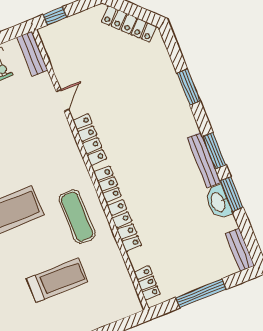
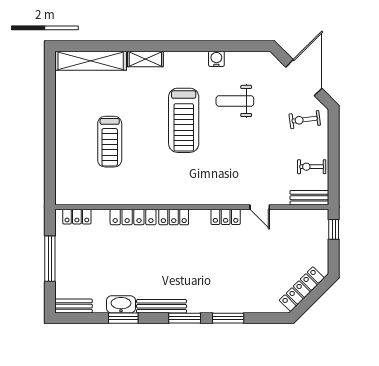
locker: (90, 140) -> (226, 217), width x0.66
window: (214, 151) -> (185, 318), moved
exercise mat: (77, 217) -> (157, 180), removed

